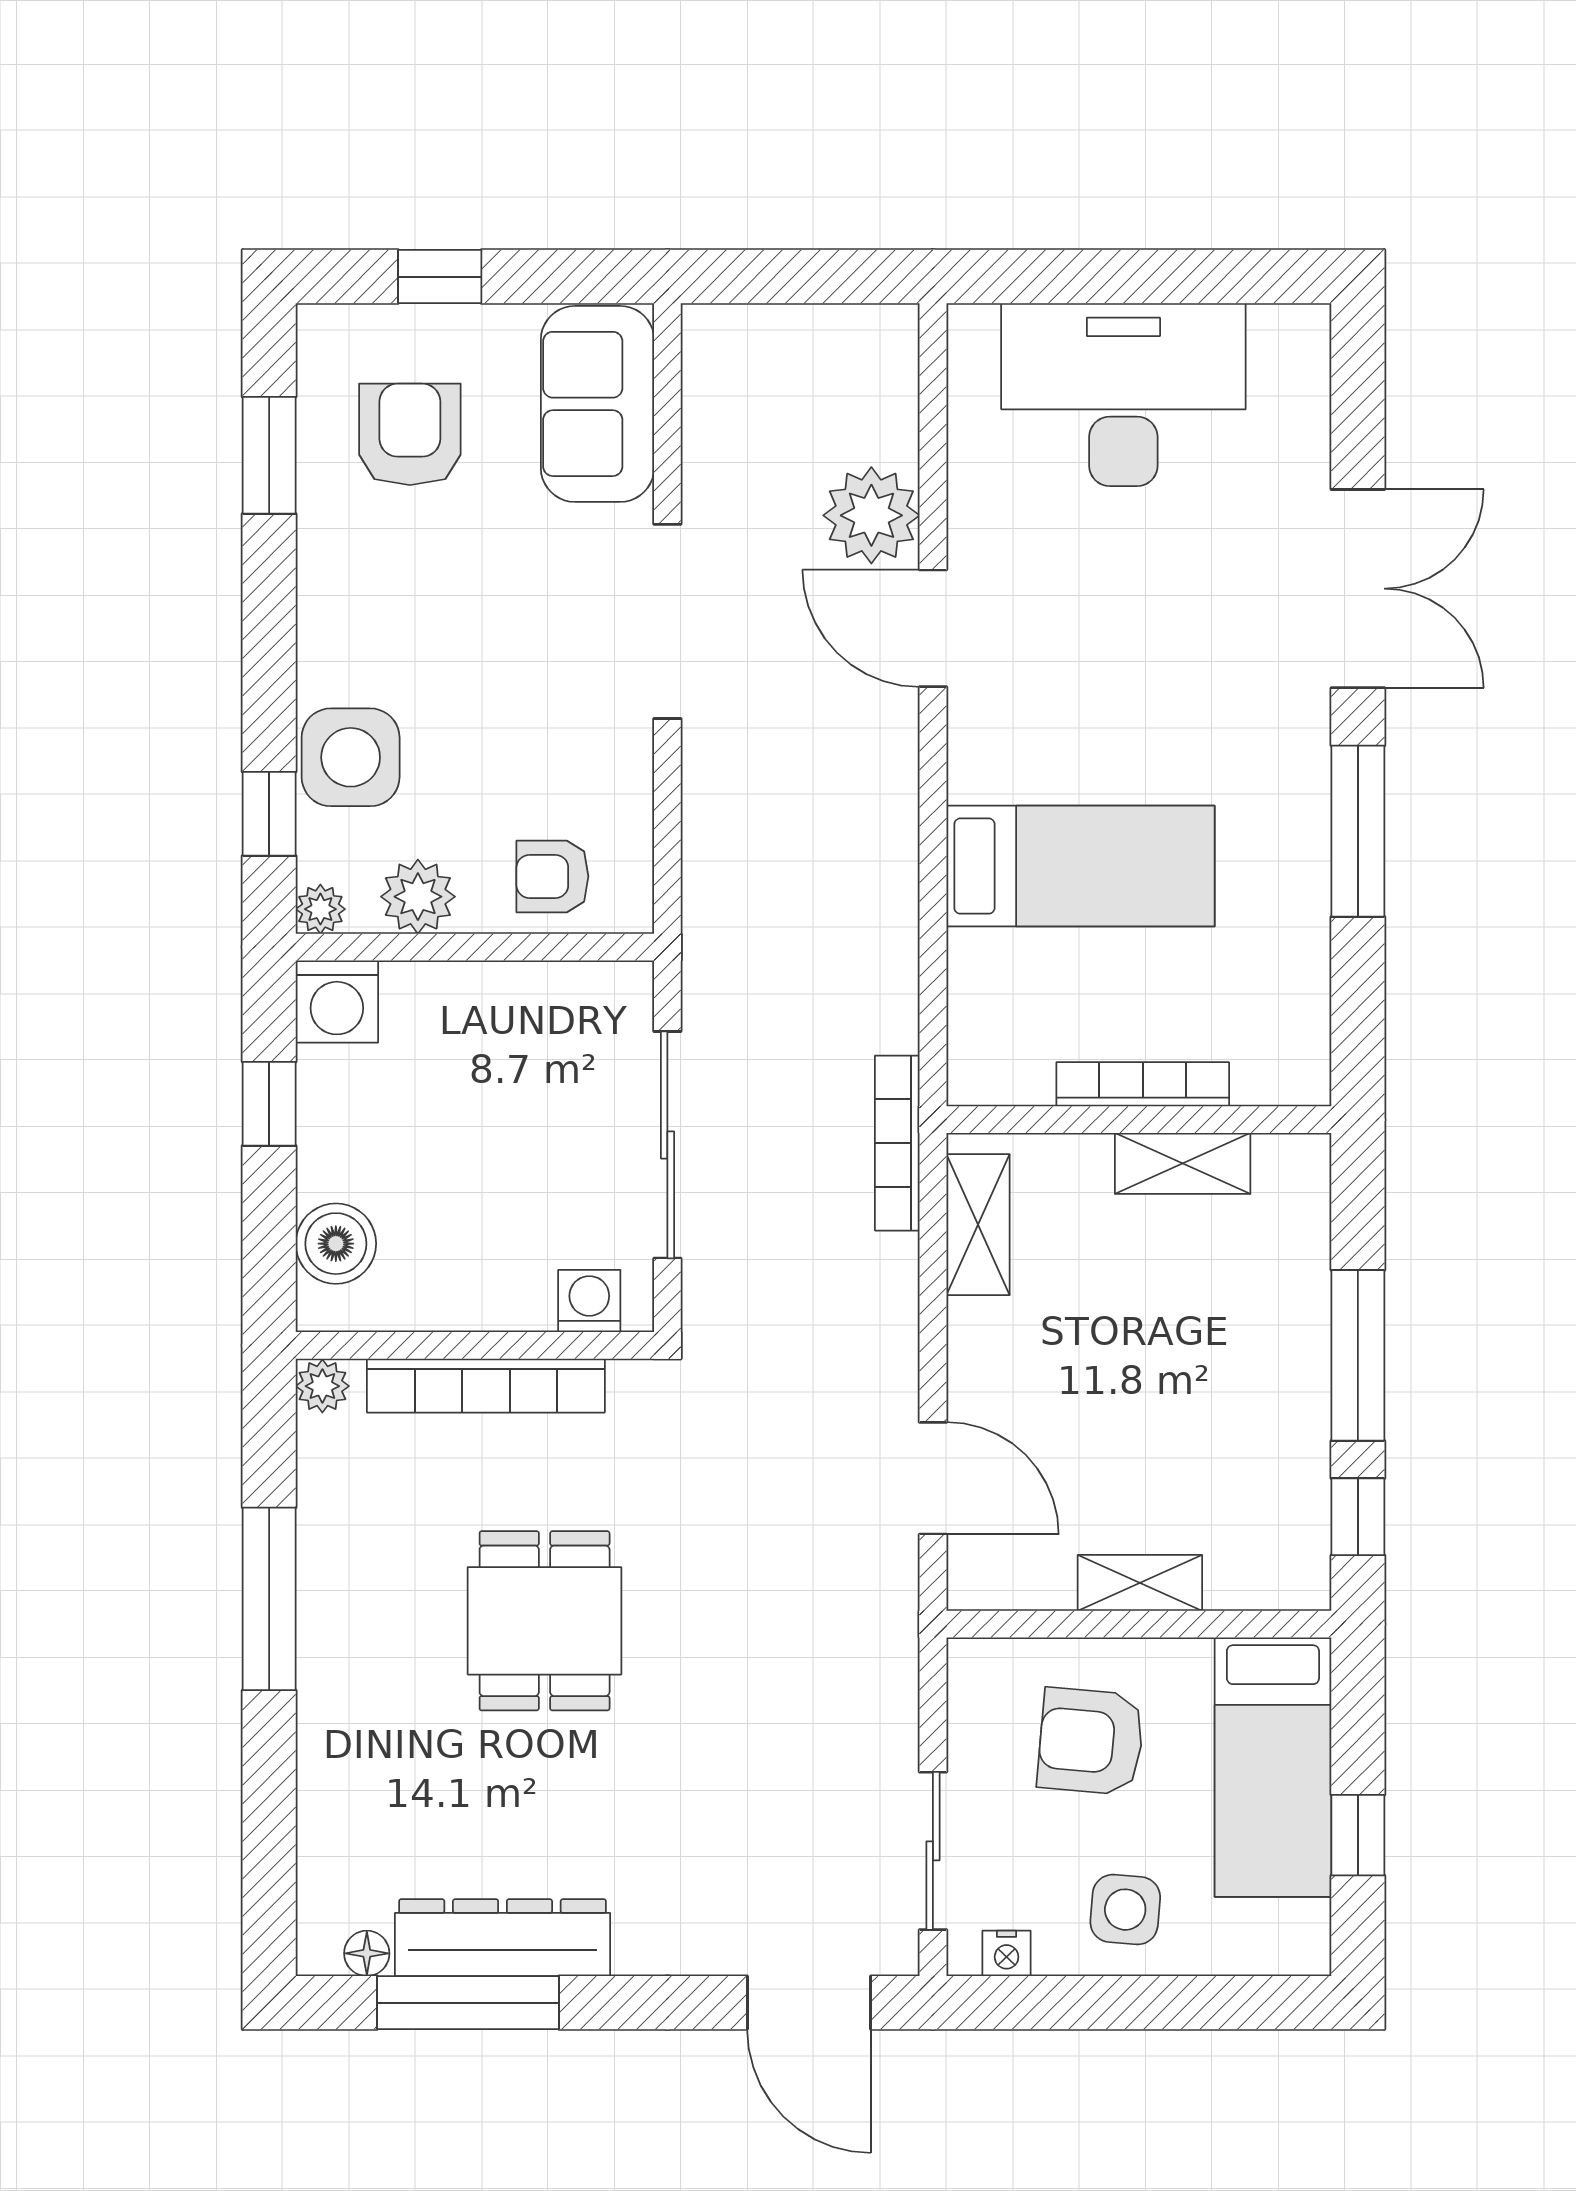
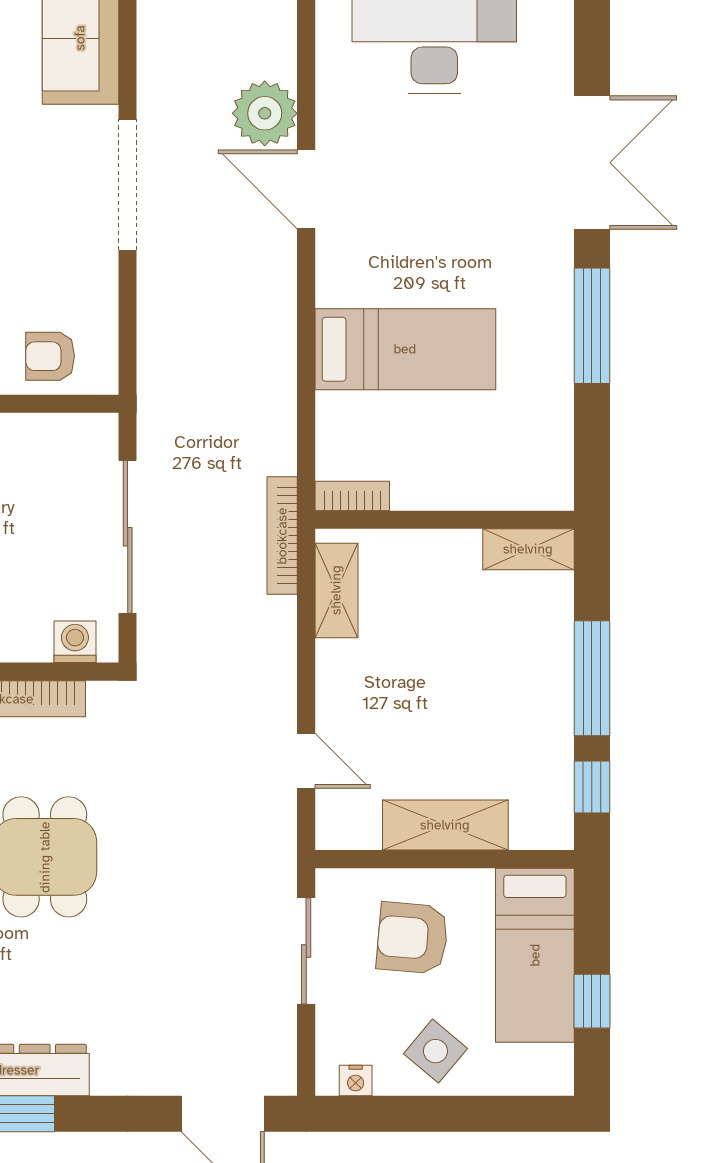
bookcase: (1143, 1084) -> (352, 496), moved, width x0.64
shelving: (1183, 1163) -> (528, 549), moved
door: (933, 1478) -> (306, 761), width x0.73
shelving: (1140, 1583) -> (445, 825), width x1.50, depth x1.33
sliding door: (933, 1851) -> (306, 951), moved
side table: (1125, 1910) -> (435, 1051), turned 35

